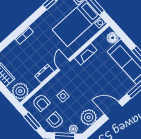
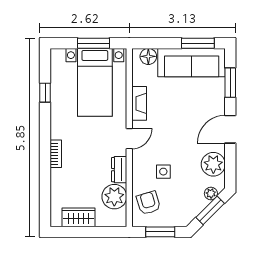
door: (64, 65) -> (129, 139), swing flipped
plant: (20, 91) -> (114, 197), moved
armchair: (41, 103) -> (148, 203), turned -107
armchair: (55, 120) -> (183, 205), removed

